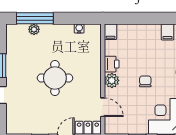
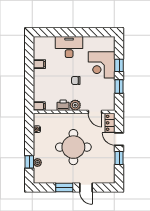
window: (35, 18) -> (29, 162), width x0.46
round table: (55, 78) -> (73, 147), width x1.36, depth x1.36
door: (103, 107) -> (95, 112), swing flipped

